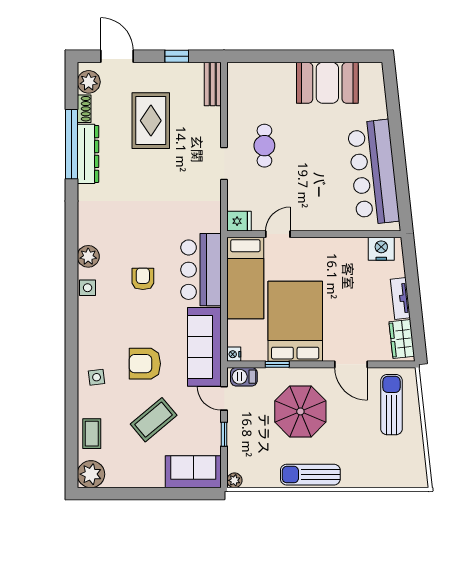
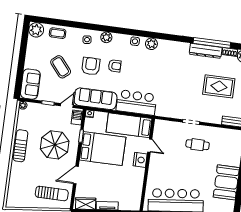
fridge: (239, 221) -> (159, 126), removed
nightstand: (381, 249) -> (140, 160), moved
armchair: (143, 279) -> (115, 66), moved
plant: (87, 342) -> (106, 37), added

